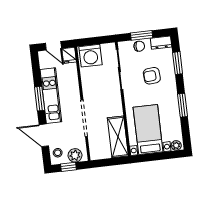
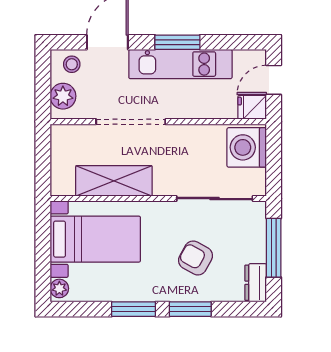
window: (142, 35) -> (274, 248), width x1.44
chair: (139, 46) -> (254, 241), removed
window: (178, 63) -> (190, 309), moved
armchair: (152, 76) -> (196, 258), turned -57
shelving: (118, 137) -> (114, 181), moved
window: (68, 167) -> (43, 81), removed

